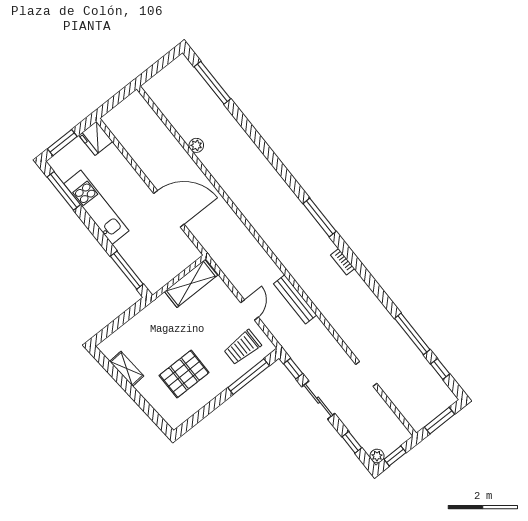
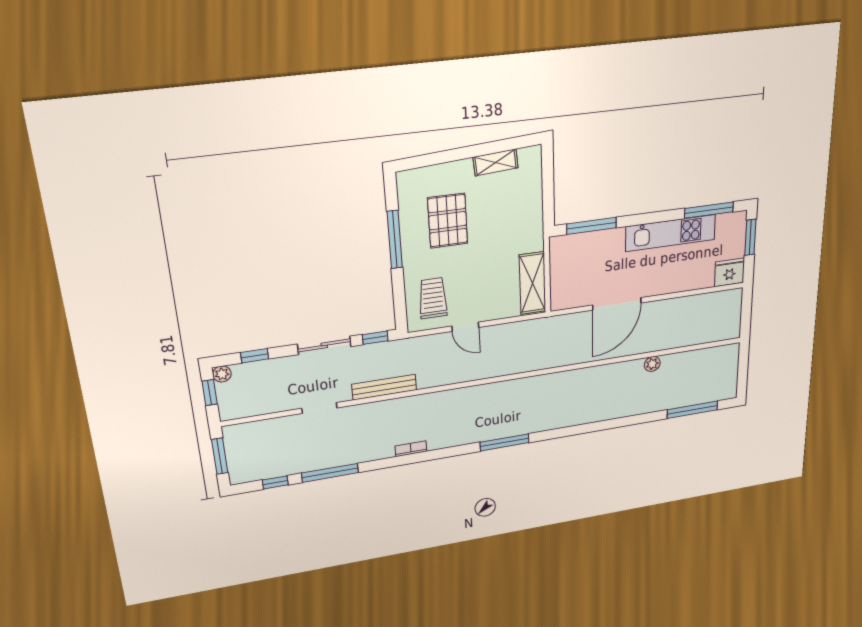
bookcase: (343, 262) -> (411, 449), moved
bench: (295, 299) -> (384, 387), moved
window: (249, 377) -> (395, 239), moved

